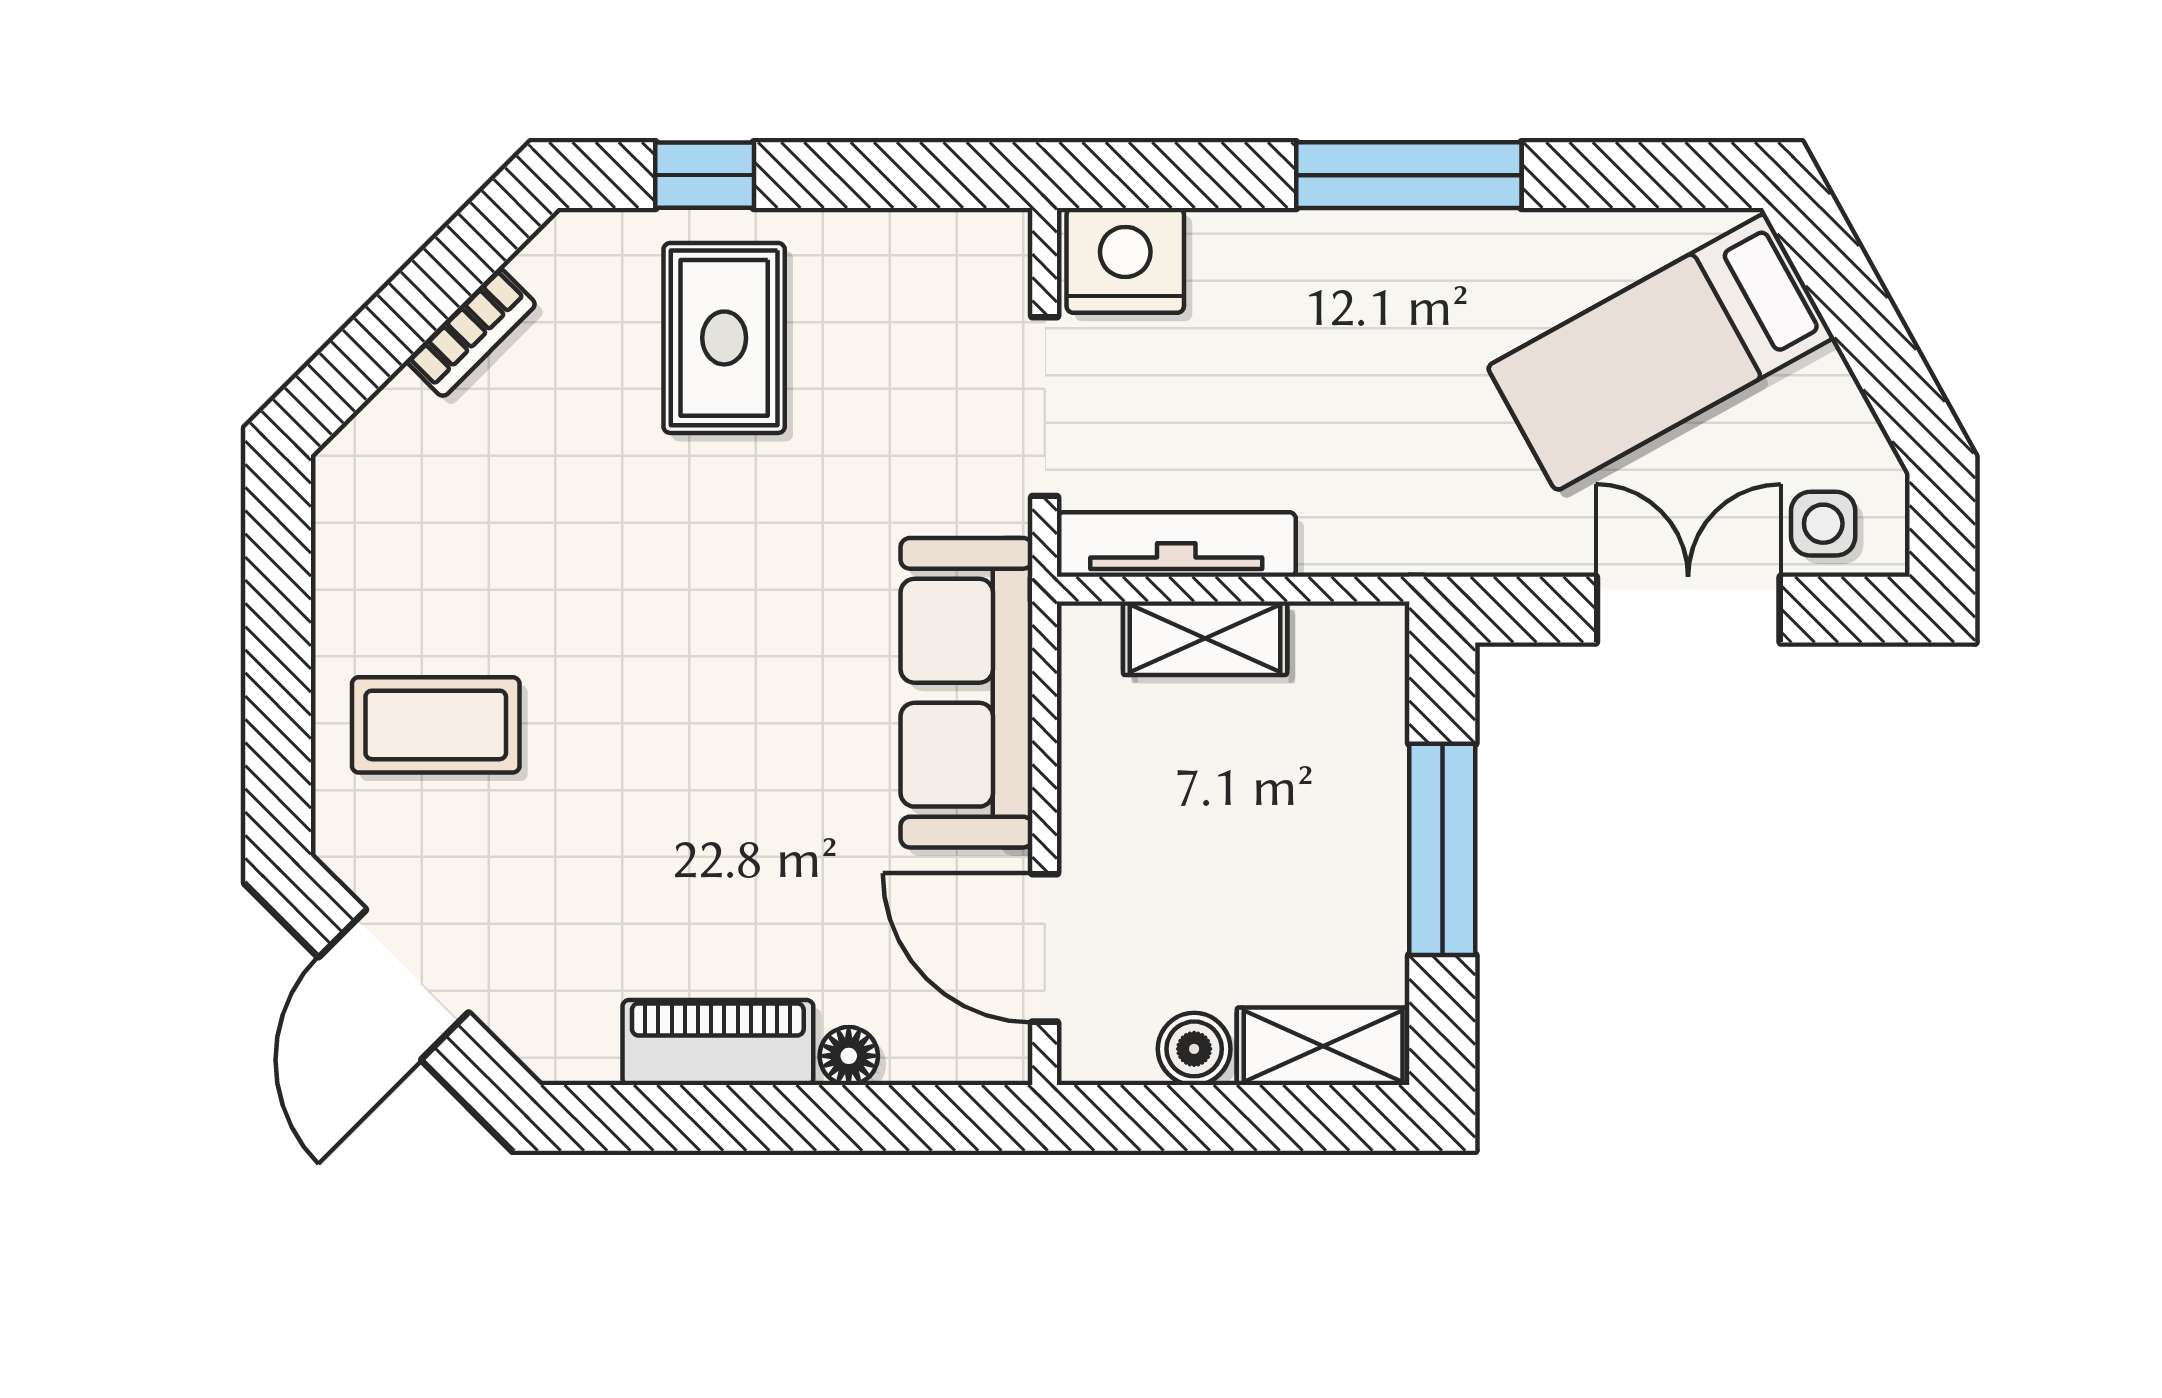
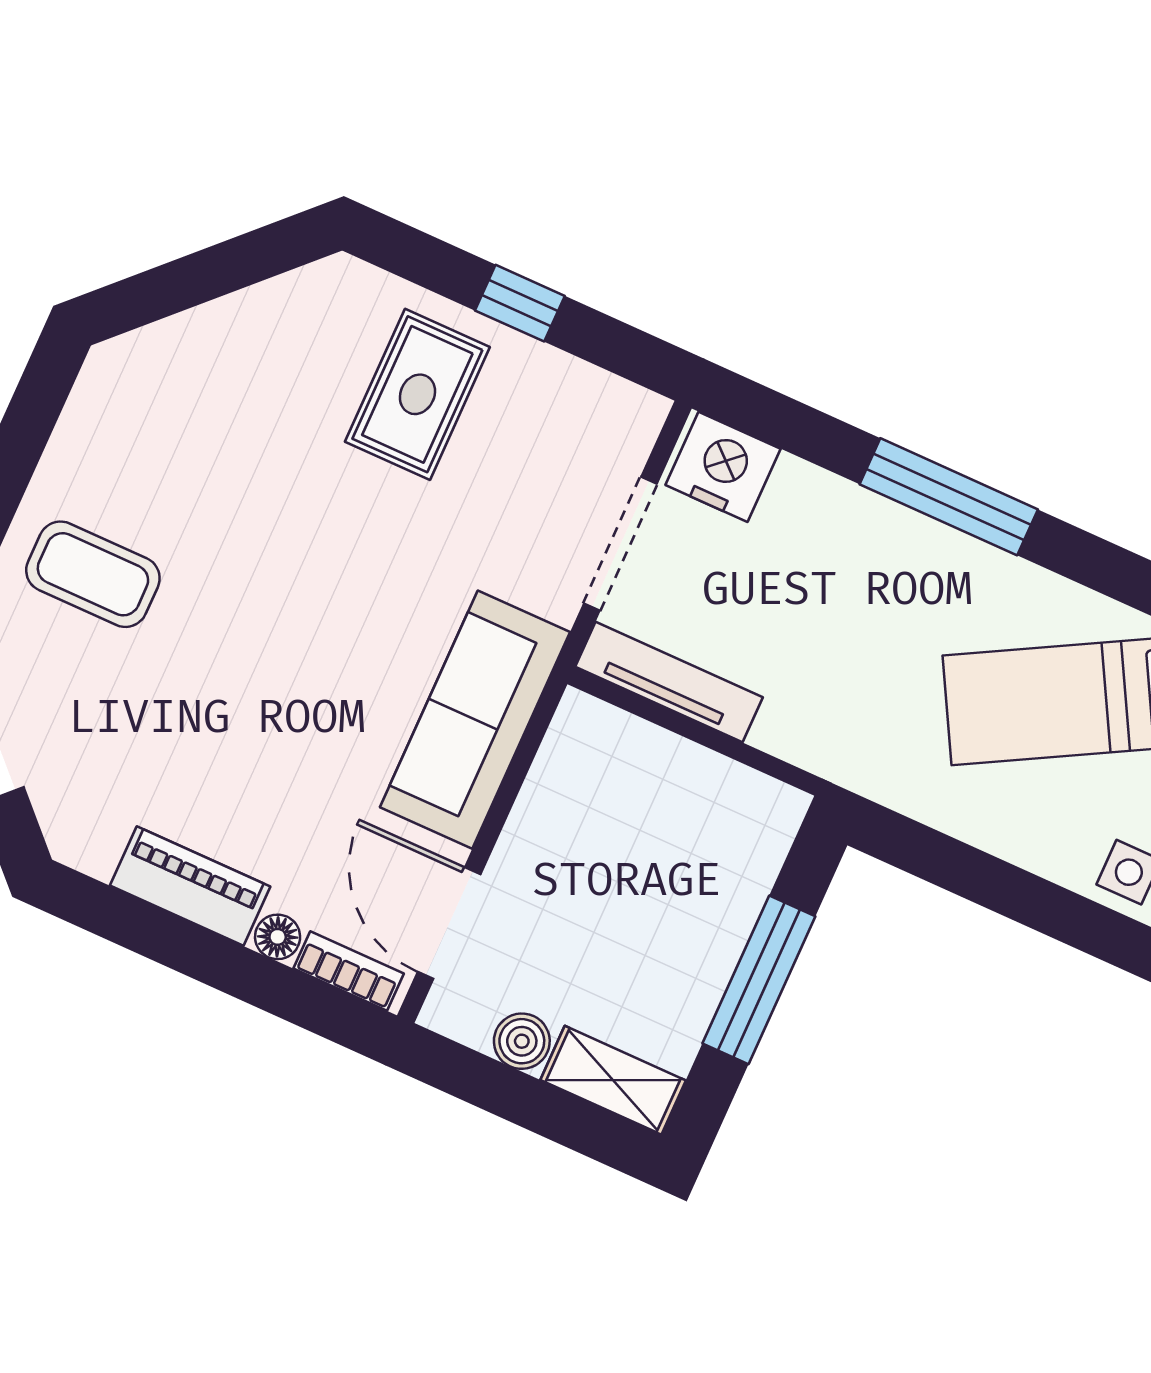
window: (705, 175) -> (520, 303), moved
bookcase: (471, 332) -> (349, 971), moved, turned -135
double door: (1688, 610) -> (1007, 890), removed
shelving: (1205, 638) -> (659, 757), removed

